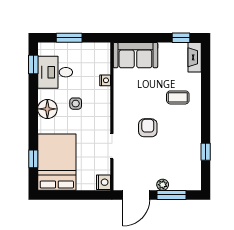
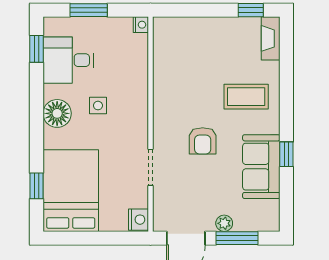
sofa: (135, 55) -> (261, 167), moved, turned 90
nightstand: (105, 80) -> (141, 25), moved
coffee table: (178, 97) -> (246, 97), width x1.36, depth x1.30
armchair: (148, 128) -> (203, 141), turned 180
window: (206, 152) -> (286, 154), moved

